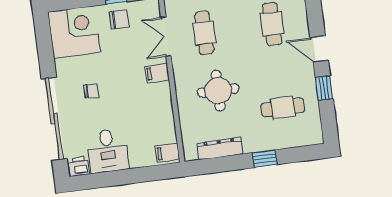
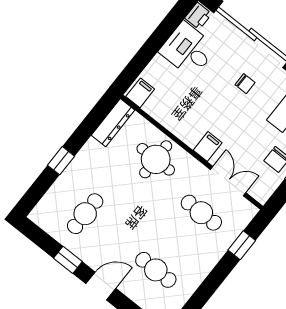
chair: (91, 91) -> (245, 84), turned -90
round table: (218, 91) -> (156, 159), moved
dresser: (220, 149) -> (113, 123), moved

